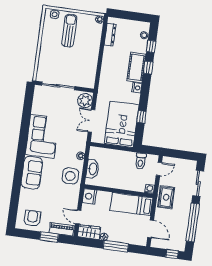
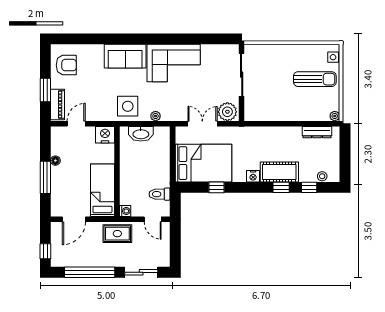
wardrobe: (89, 232) -> (59, 141), removed

